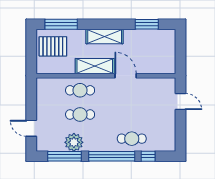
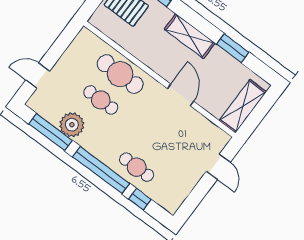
window: (147, 24) -> (233, 48), moved
shelving: (95, 66) -> (243, 106), moved, turned 90
cafe table: (80, 90) -> (120, 74), width x1.37, depth x1.35
door: (31, 128) -> (38, 76), hinge flipped

